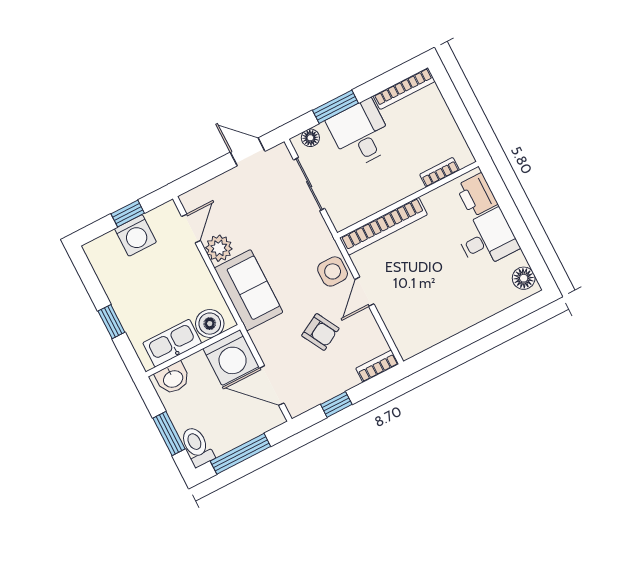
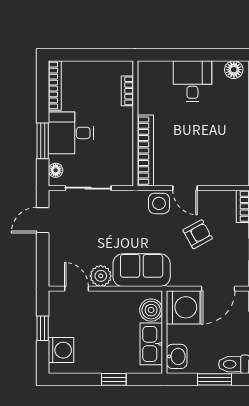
printer: (477, 195) -> (157, 73), removed
washing machine: (135, 235) -> (61, 350), moved

